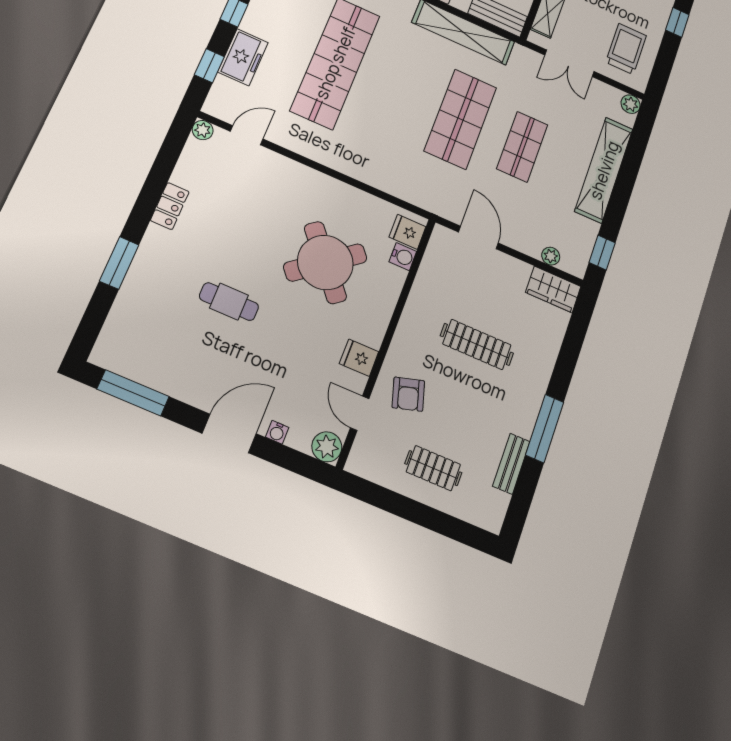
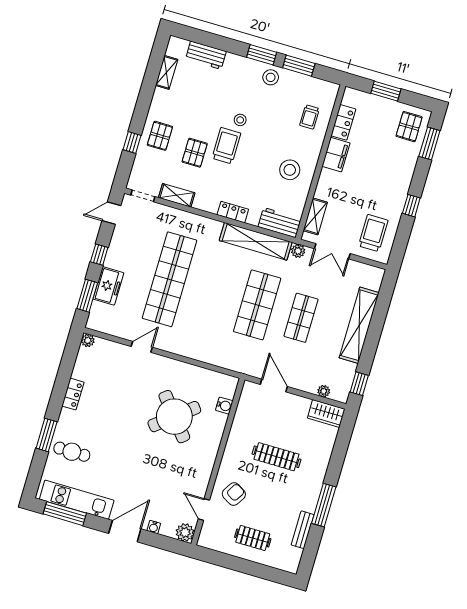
window: (209, 66) -> (87, 296), width x1.50
plant: (631, 104) -> (298, 251), moved
door: (247, 135) -> (142, 347), moved
fridge: (407, 232) -> (226, 389), removed
cafe table: (229, 302) -> (72, 452), moved
fridge: (359, 358) -> (201, 475), removed
kitchen unit: (156, 373) -> (77, 500), added
armchair: (408, 394) -> (234, 494), turned -133

